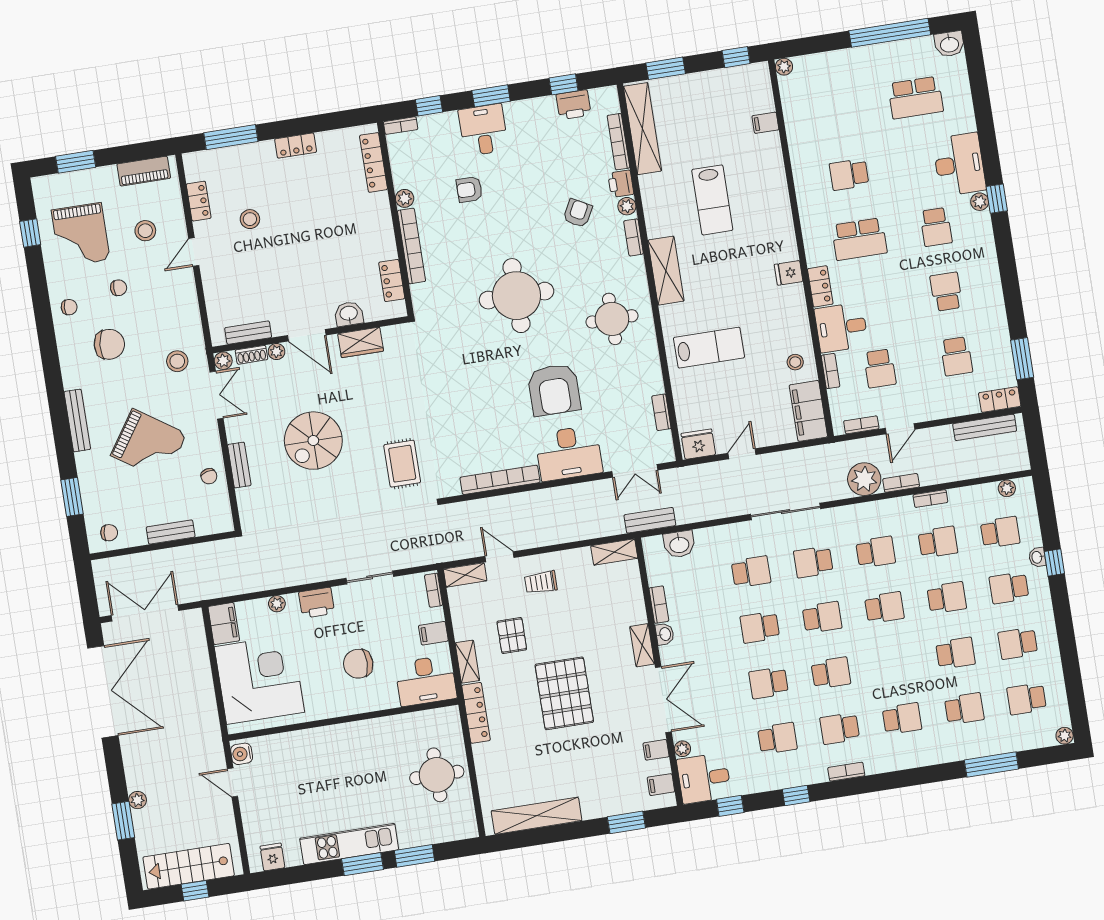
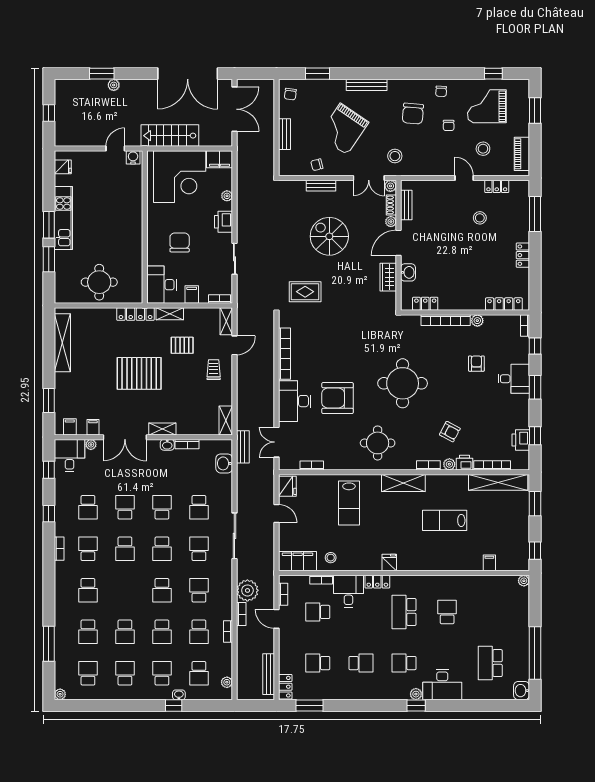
school desk: (876, 552) -> (199, 590), turned 180
stairs: (189, 866) -> (170, 136), moved, turned -90

